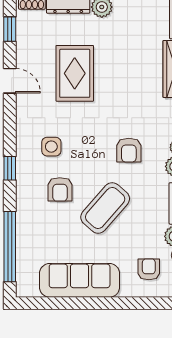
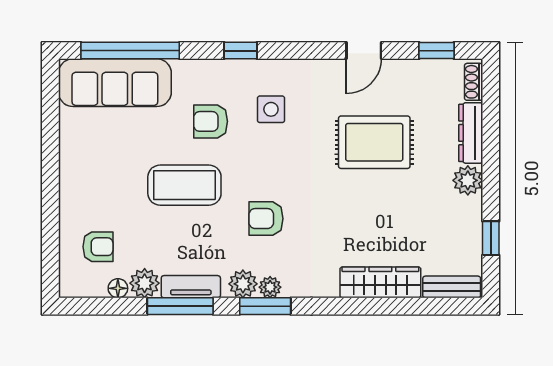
coffee table: (105, 208) -> (184, 185), turned -41
sofa: (80, 280) -> (115, 83), moved, turned 90

